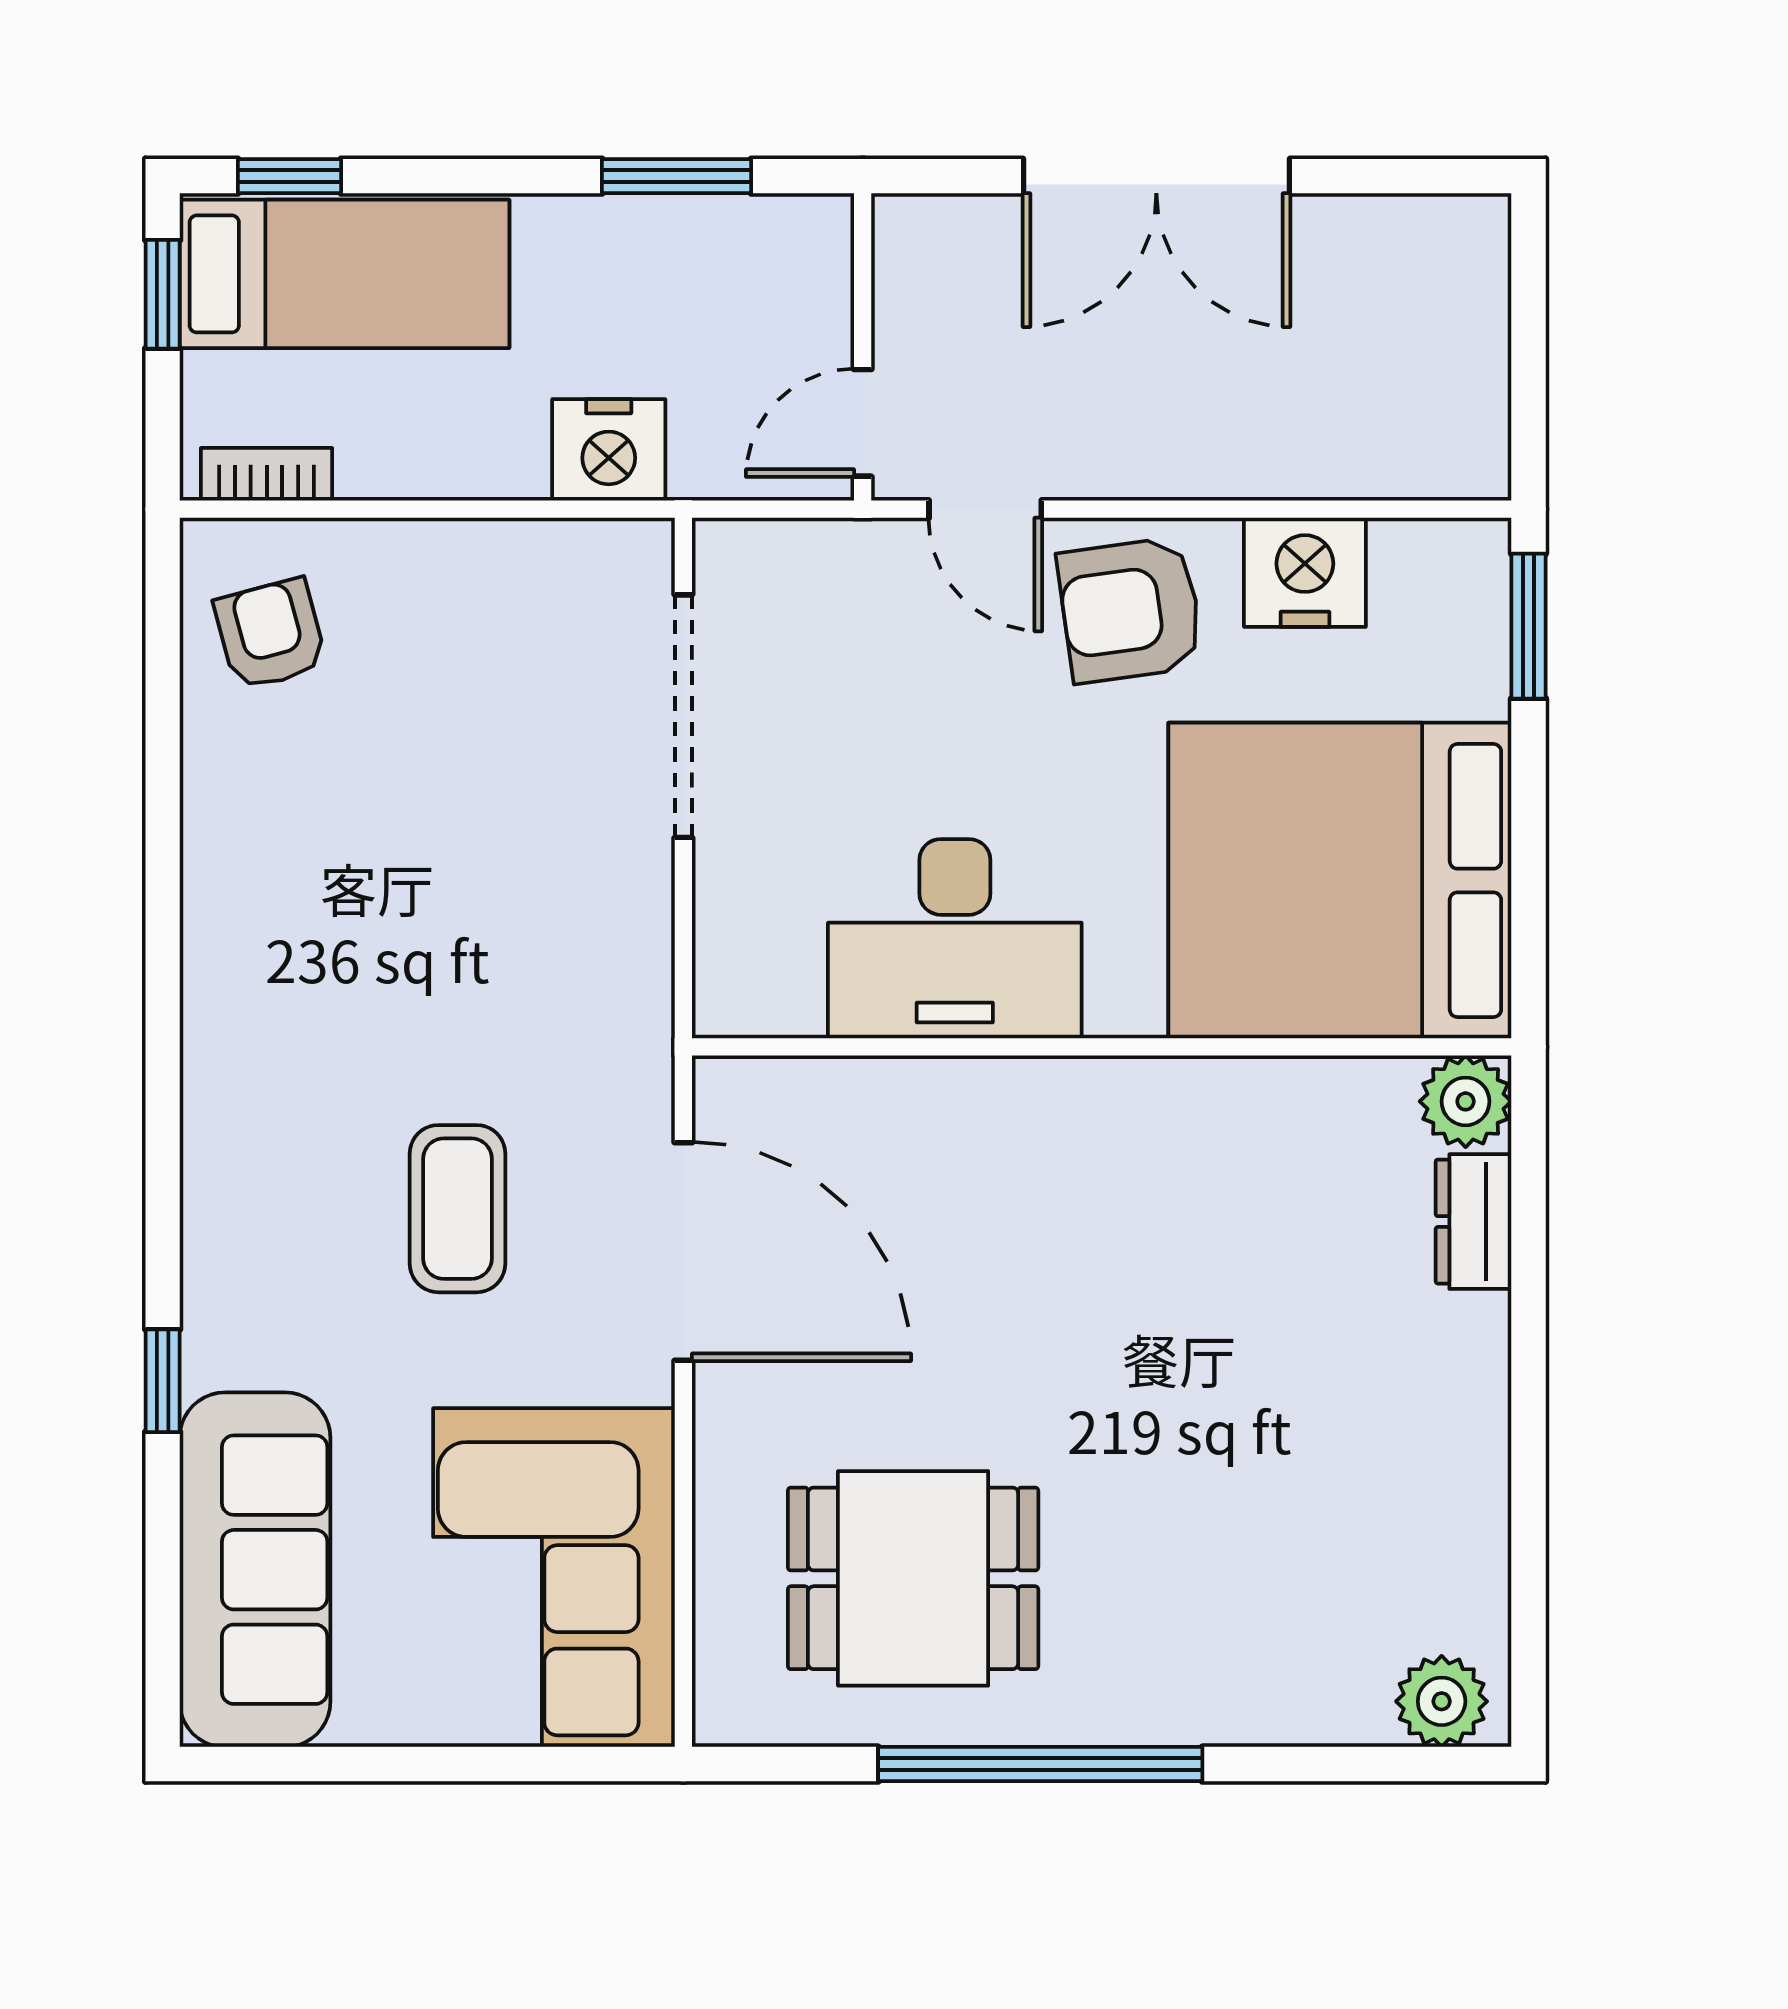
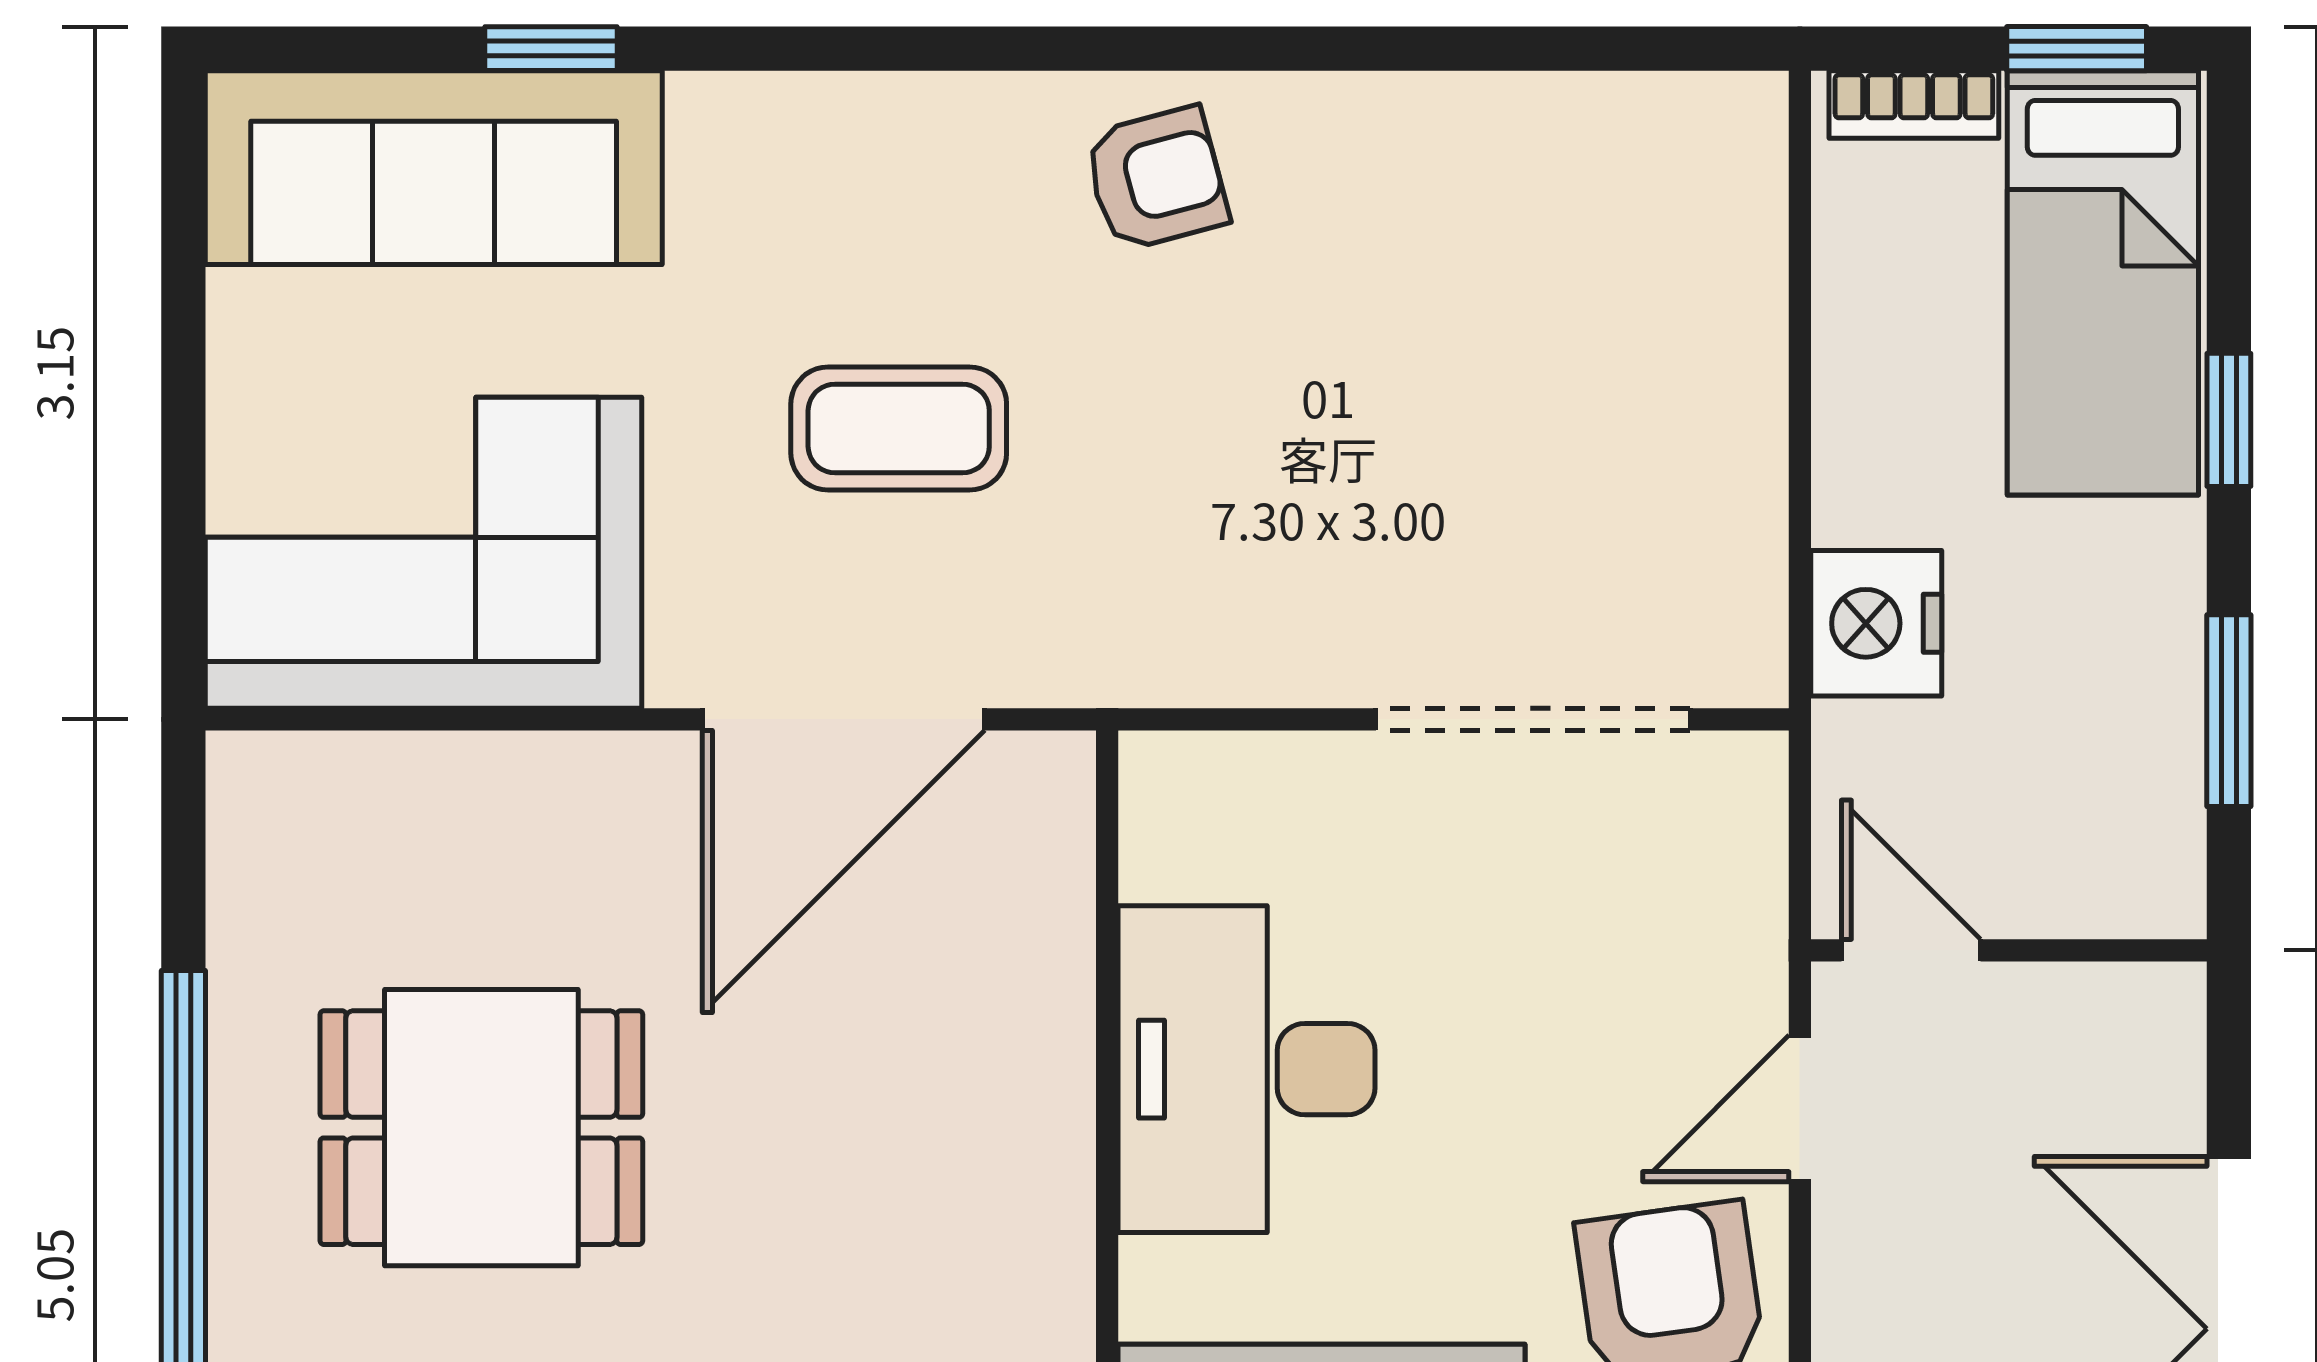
window: (289, 176) -> (2229, 420), moved
bookcase: (267, 474) -> (1914, 104), moved, turned 90
armchair: (270, 634) -> (1156, 179), moved
window: (163, 1381) -> (551, 49), moved
dining table: (913, 1578) -> (481, 1128), moved, turned 90

